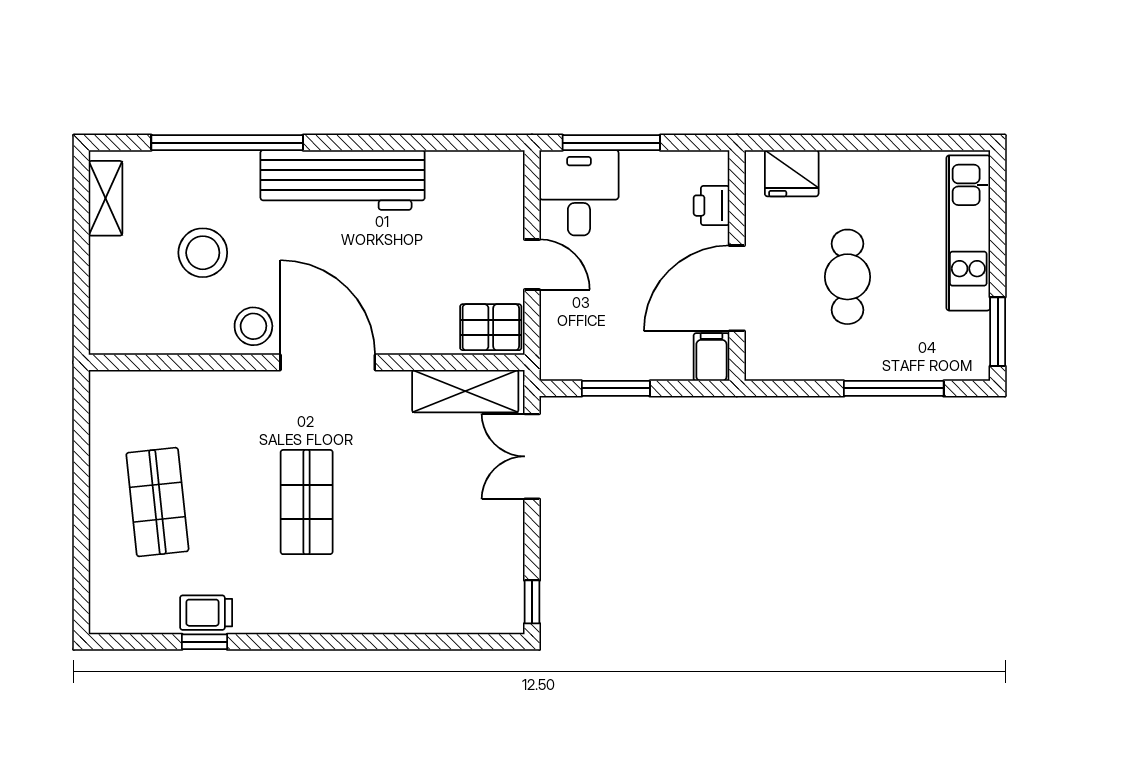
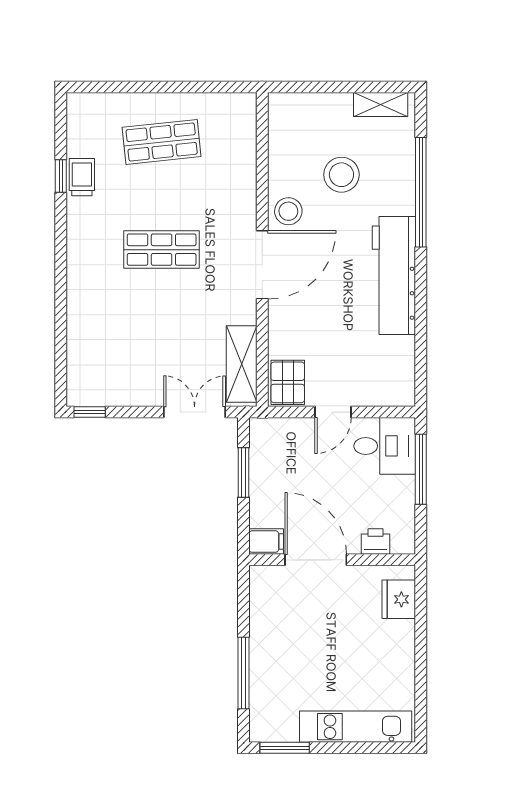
cafe table: (847, 277) -> (324, 640), removed

